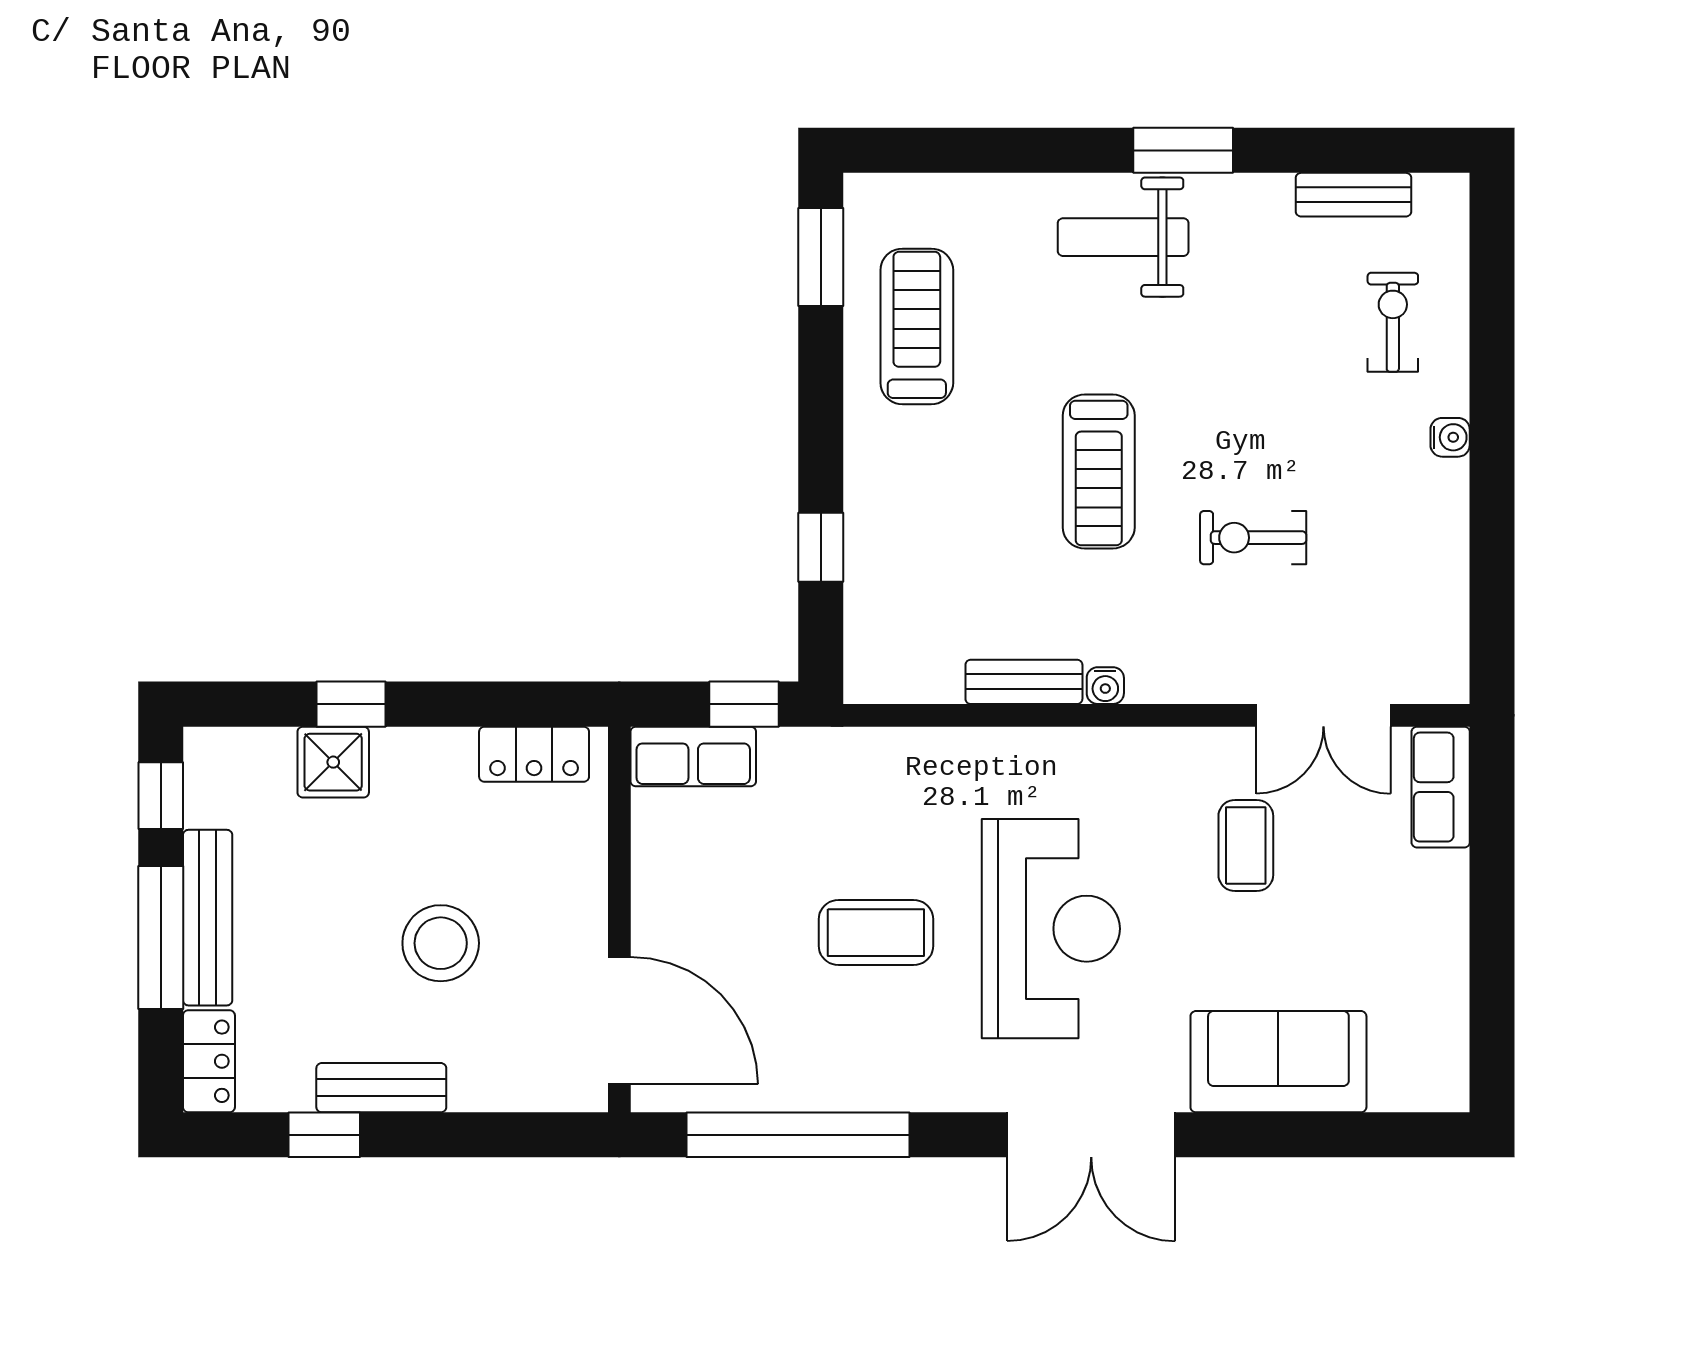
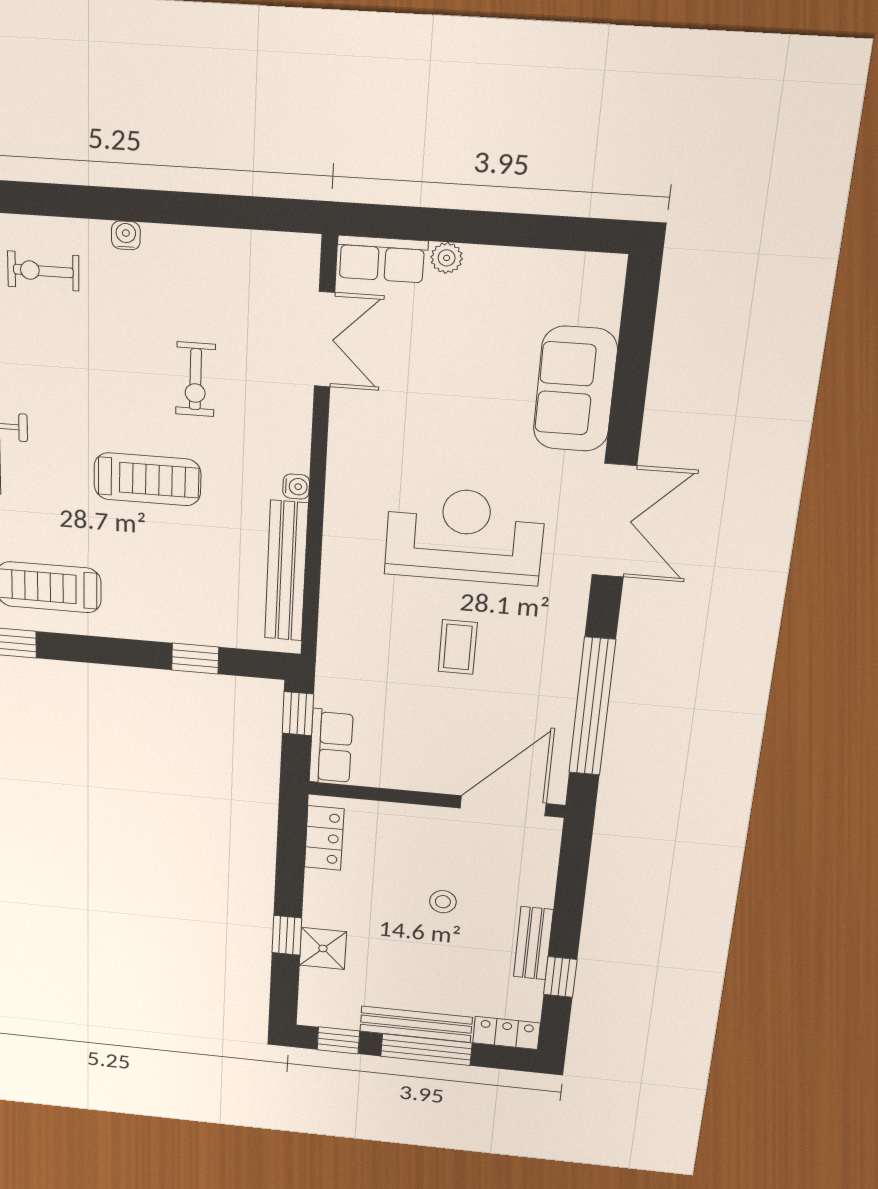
bench: (1024, 682) -> (286, 571), width x1.86, depth x1.21
coffee table: (1246, 846) -> (415, 400), removed
plant: (1448, 873) -> (447, 258), added
coffee table: (876, 933) -> (458, 647), width x0.73, depth x0.77
stool: (441, 943) -> (443, 902), width x0.53, depth x0.53

